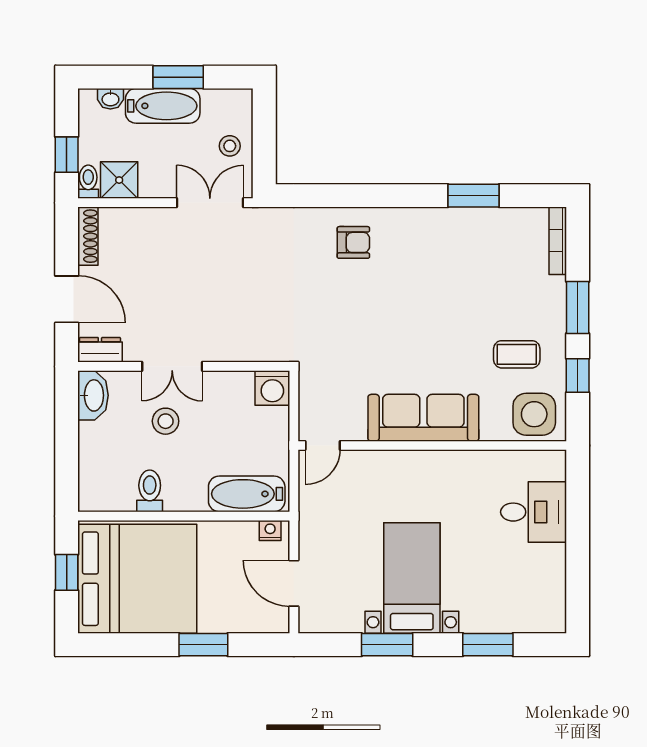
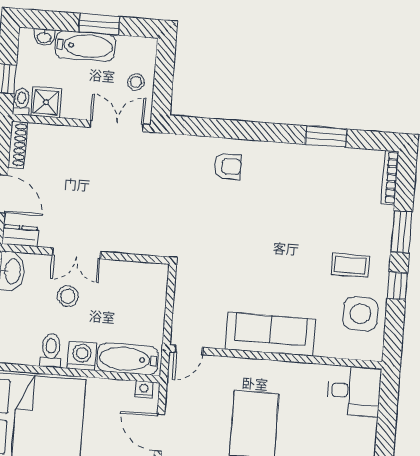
washing machine: (272, 388) -> (82, 356), moved, turned 180
sofa: (423, 418) -> (270, 334), moved
door: (323, 446) -> (189, 350), moved
wall: (432, 446) -> (276, 357), moved

